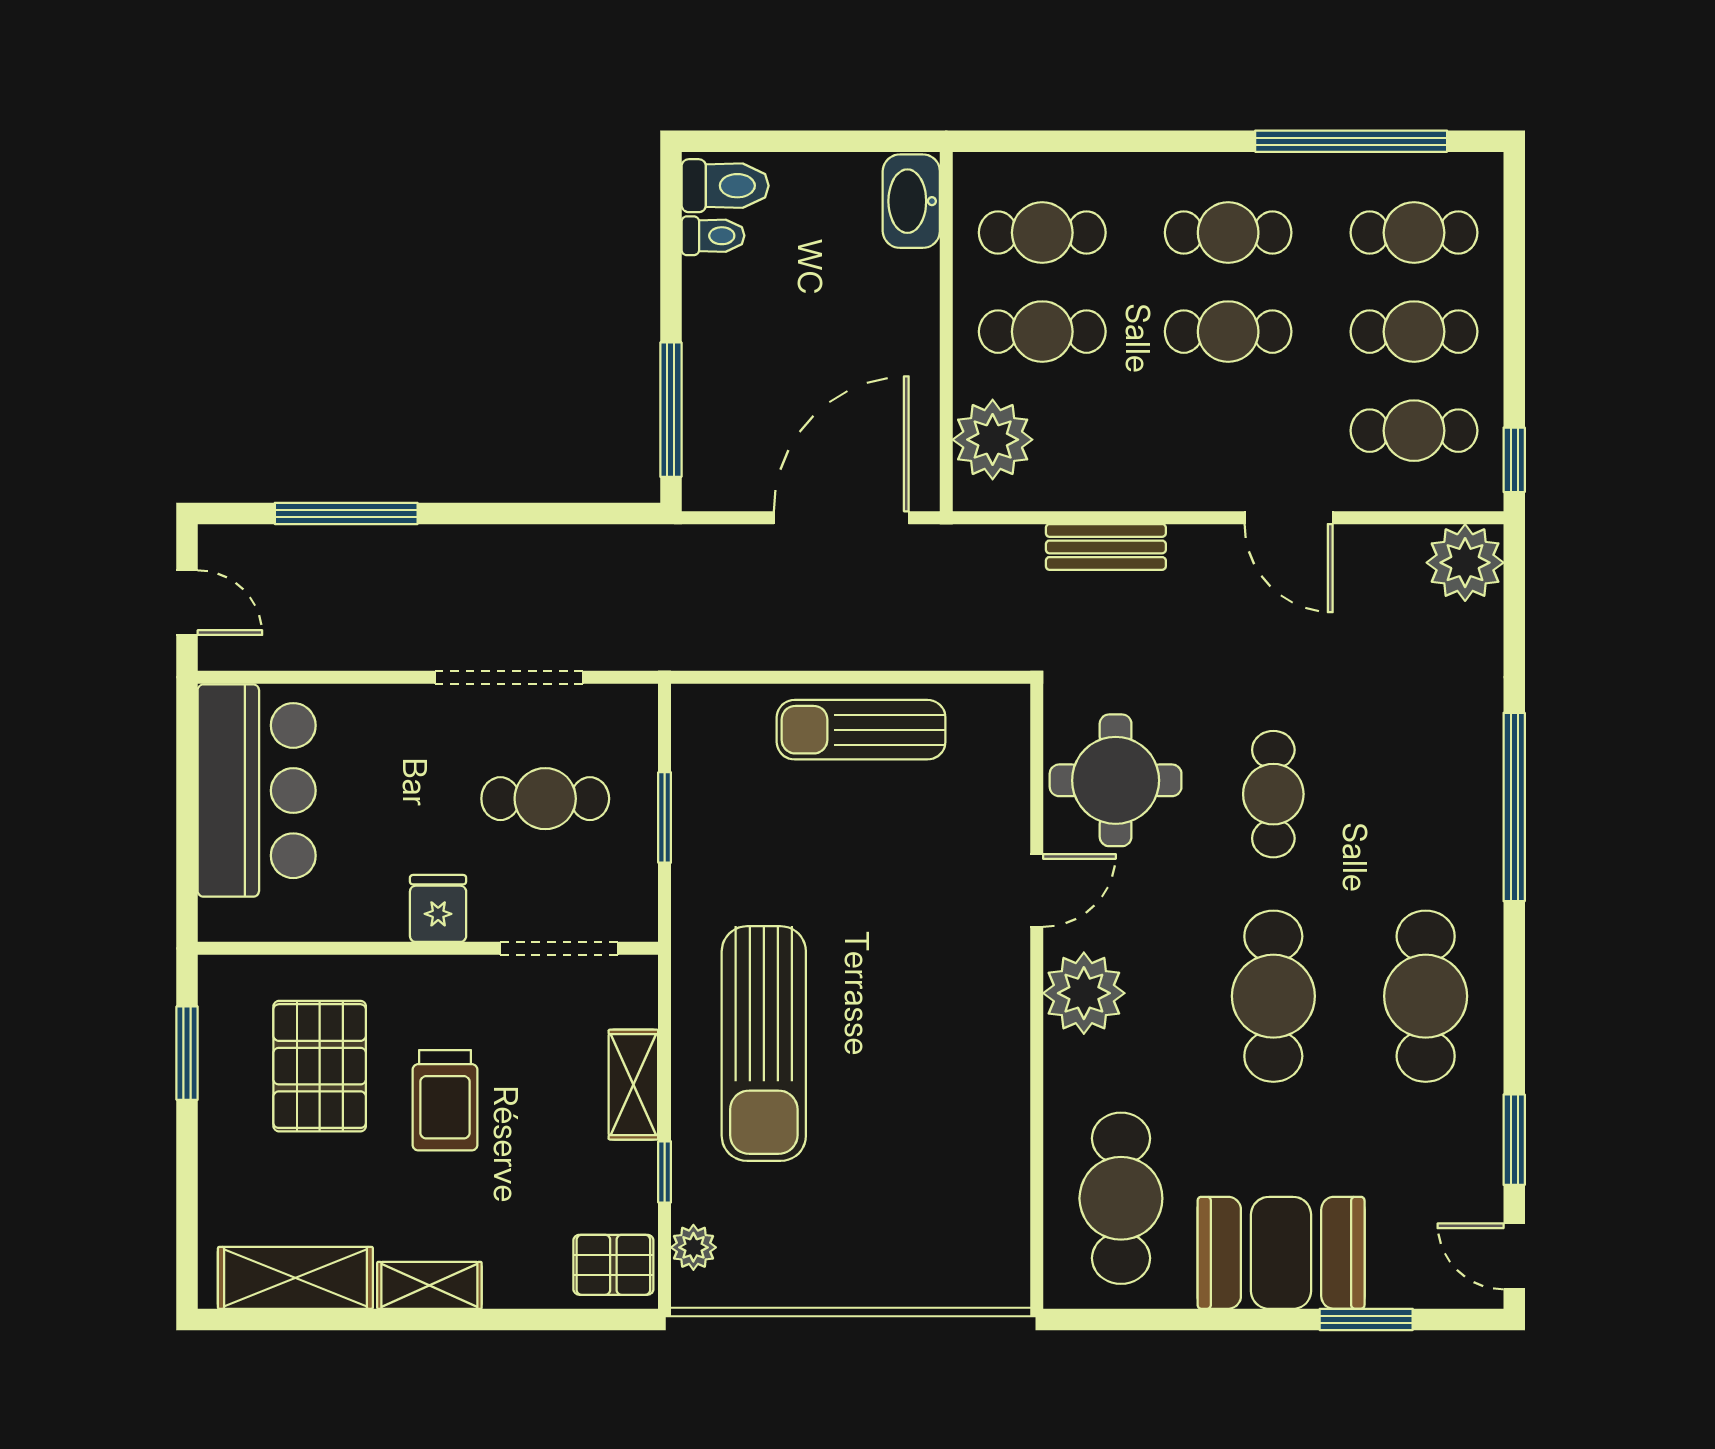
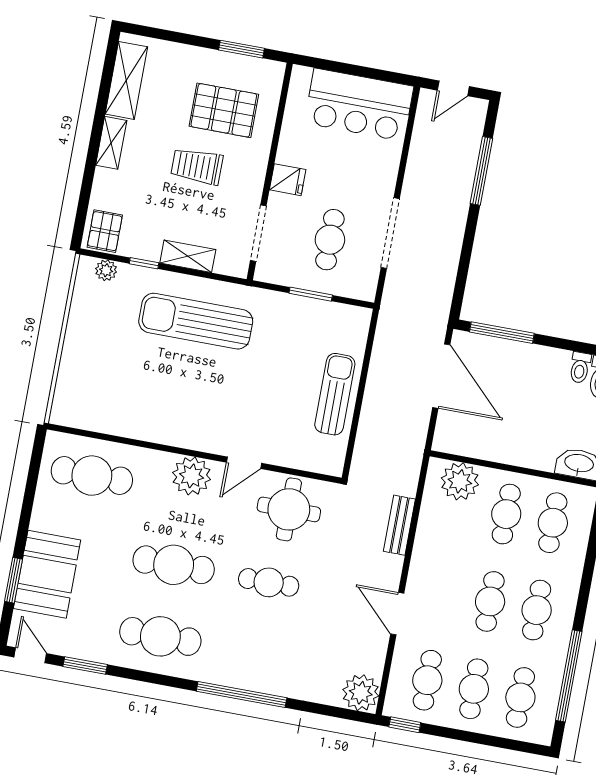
door: (841, 518) -> (441, 376), moved
door: (1289, 518) -> (397, 614), hinge flipped
door: (1037, 890) -> (244, 463), hinge flipped
booth: (1281, 1253) -> (47, 574), moved
door: (1514, 1256) -> (30, 655), hinge flipped

